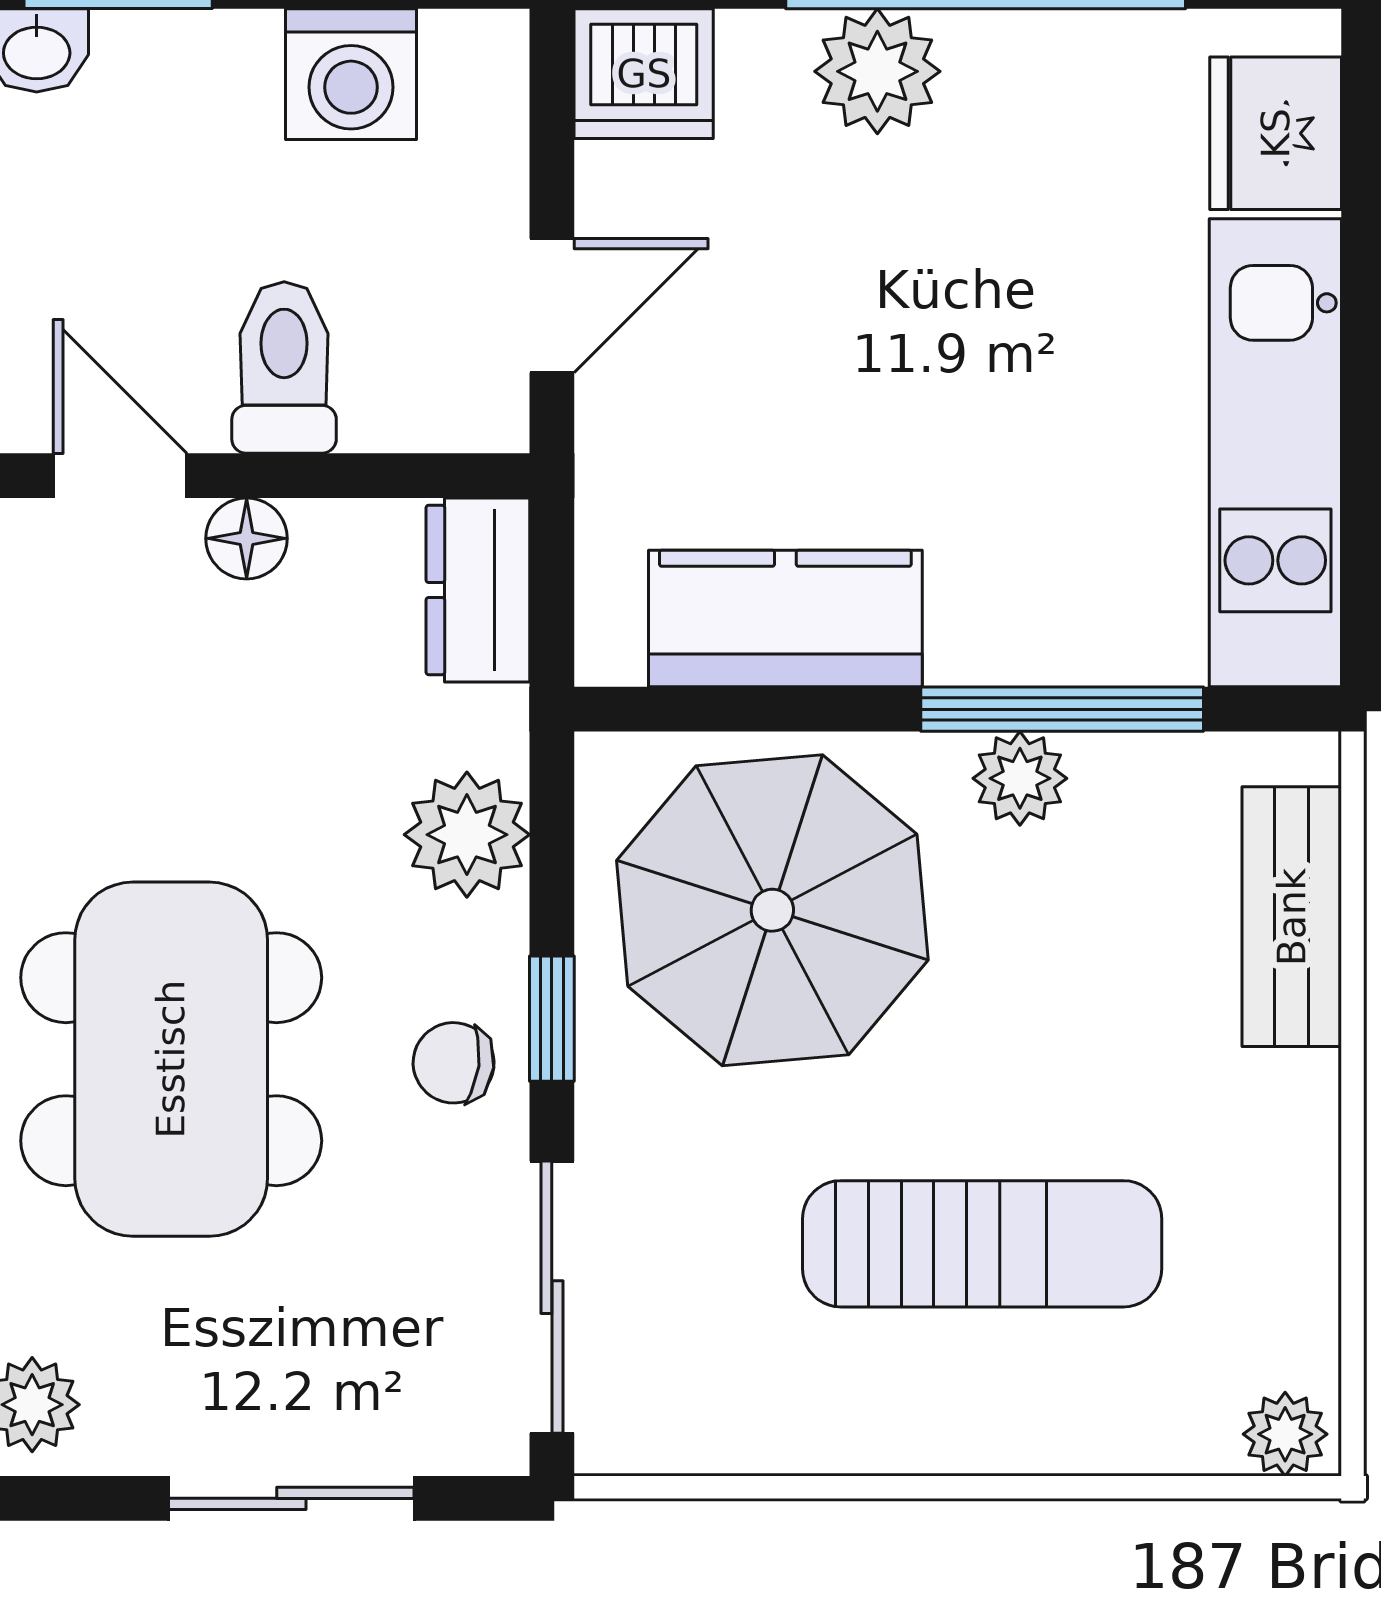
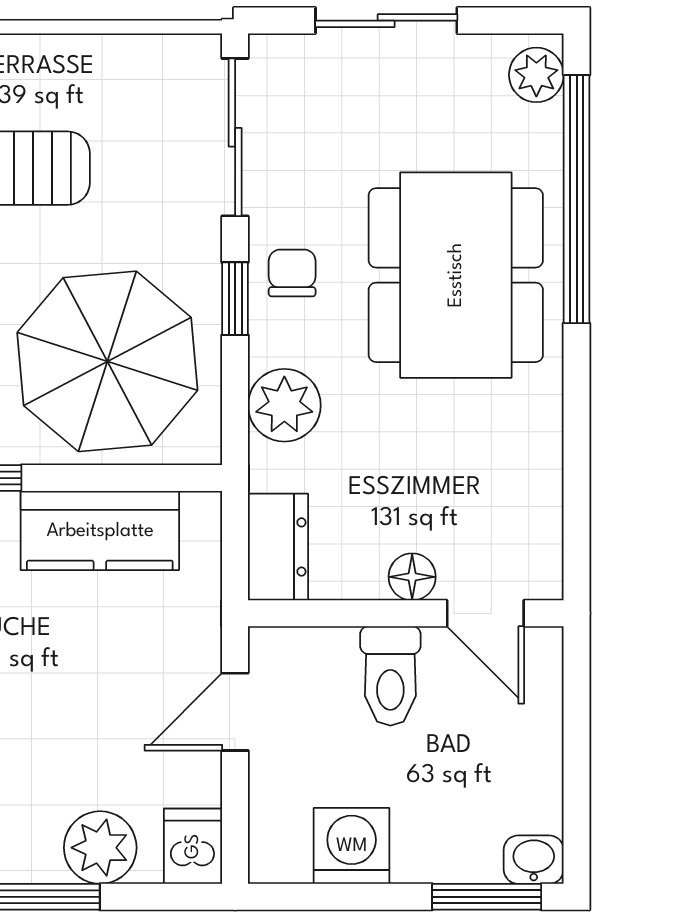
plant: (877, 71) -> (100, 848), moved
dishwasher: (644, 74) -> (193, 846), width x0.73
chair: (454, 1063) -> (292, 273), turned -97

